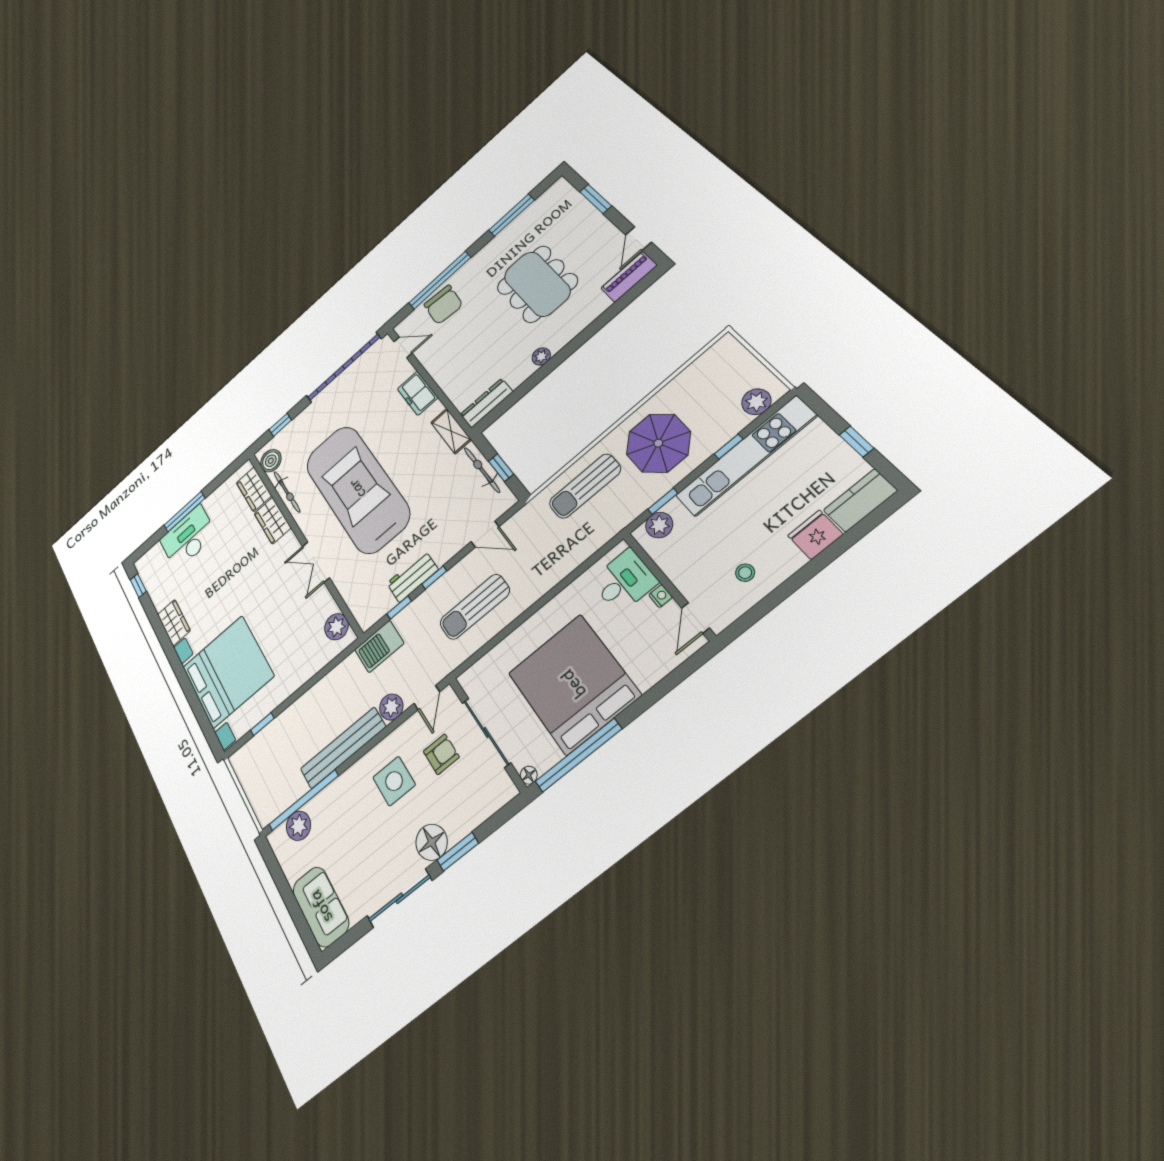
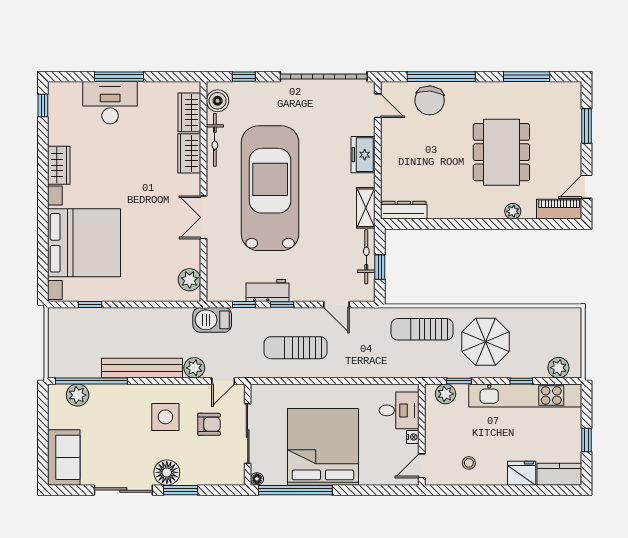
plant: (541, 357) -> (513, 211), moved

